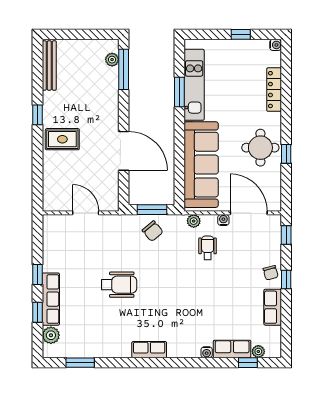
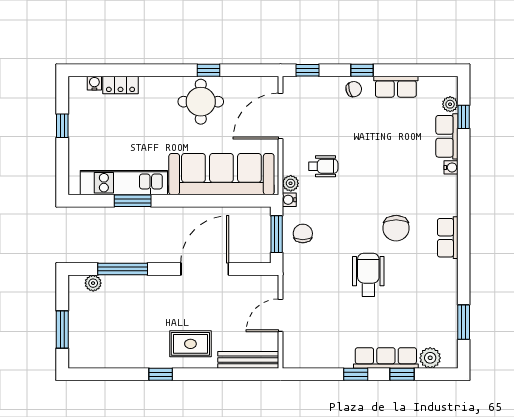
window: (74, 34) -> (62, 330), added
water cooler: (276, 45) -> (94, 83), moved
bench: (49, 65) -> (248, 360), moved
window: (124, 69) -> (123, 269), moved
locker: (274, 90) -> (120, 85), width x0.66
rug: (62, 139) -> (190, 344), turned 90
water cooler: (223, 220) -> (289, 200), moved
chair: (153, 231) -> (303, 233), turned -50
wheelchair: (208, 248) -> (323, 166), turned 180
chair: (157, 307) -> (396, 228), added

